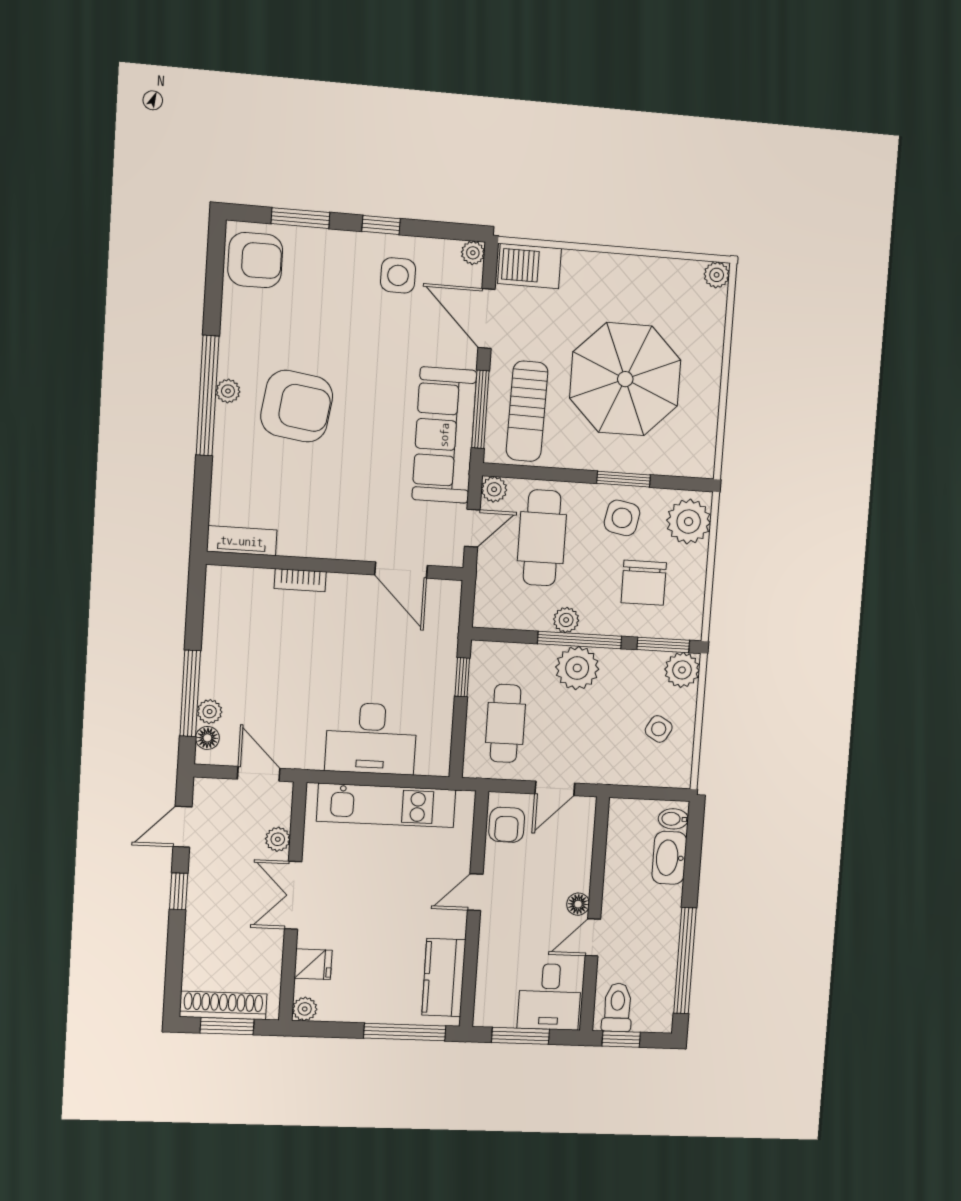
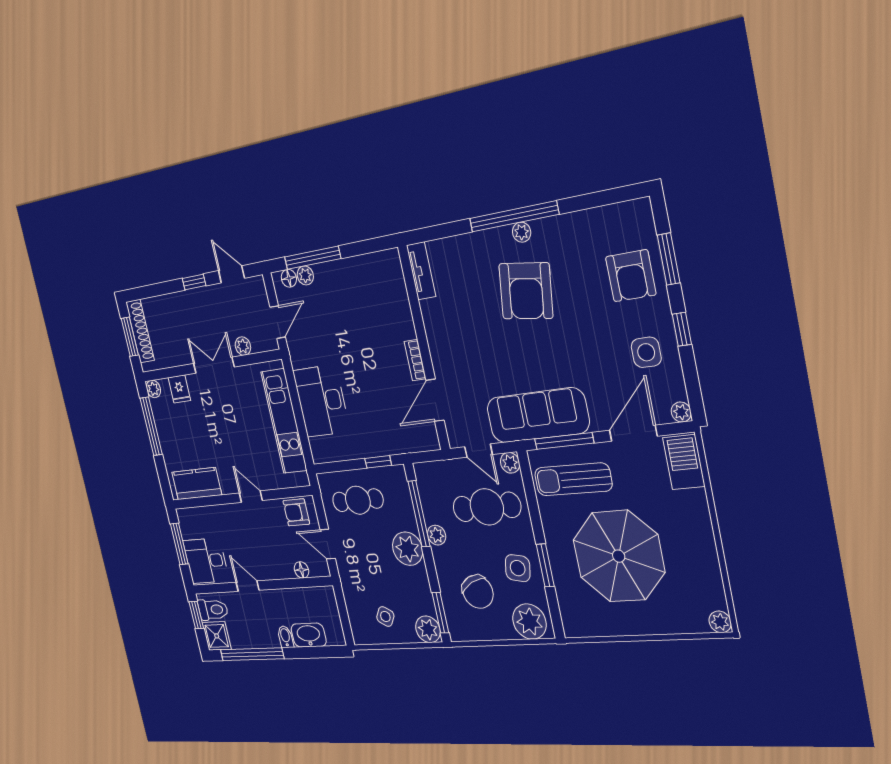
armchair: (255, 260) -> (631, 276), moved
bookcase: (300, 580) -> (415, 360), moved
chair: (644, 583) -> (478, 592), turned -115
window: (580, 640) -> (419, 514), moved
bidet: (673, 819) -> (285, 637), moved
floor lamp: (578, 904) -> (301, 570), moved
shower: (654, 1013) -> (217, 636), added
window: (405, 1032) -> (151, 426), moved

